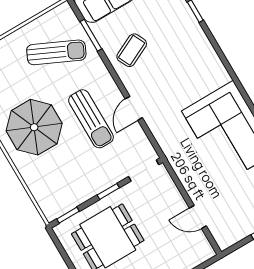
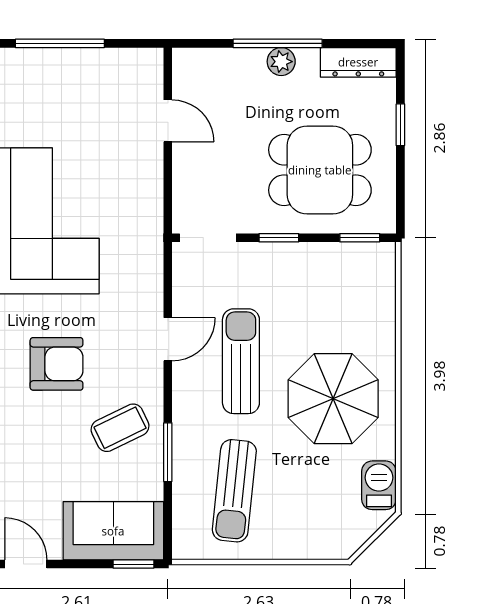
window: (91, 35) -> (168, 452), moved
sun lounger: (56, 52) -> (234, 491), turned -109
armchair: (182, 63) -> (57, 364), added

